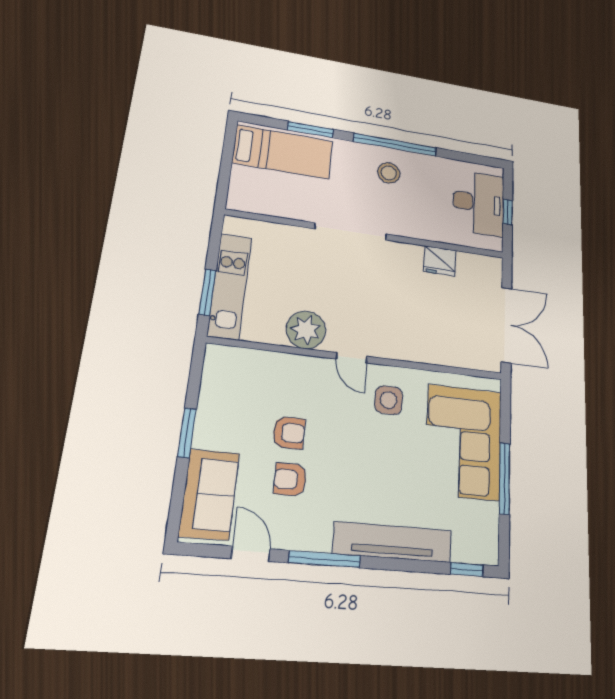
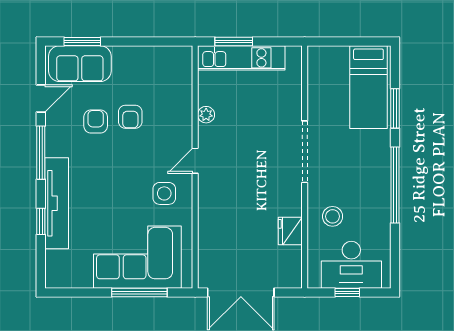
stool: (389, 173) -> (333, 216), moved
plant: (306, 330) -> (206, 115), width x0.53, depth x0.53
window: (187, 433) -> (82, 41), moved
window: (505, 478) -> (139, 292), moved
window: (467, 570) -> (41, 221), moved

